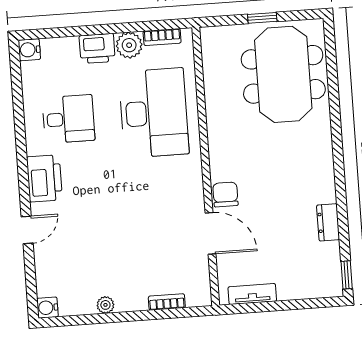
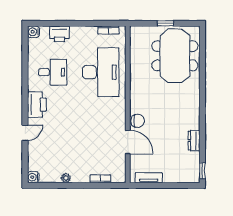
plant: (129, 45) -> (90, 33), removed
printer: (97, 48) -> (59, 34), moved
chair: (225, 194) -> (138, 121), turned 90

